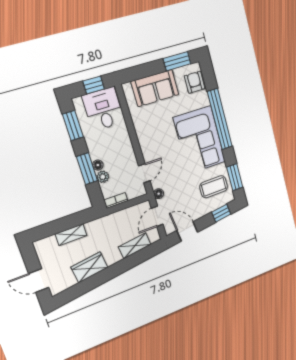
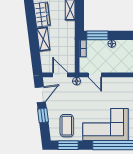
window: (87, 169) -> (97, 35), moved
plant: (103, 177) -> (103, 44), removed
window: (221, 213) -> (43, 115), moved
shelving: (135, 246) -> (43, 39), moved

